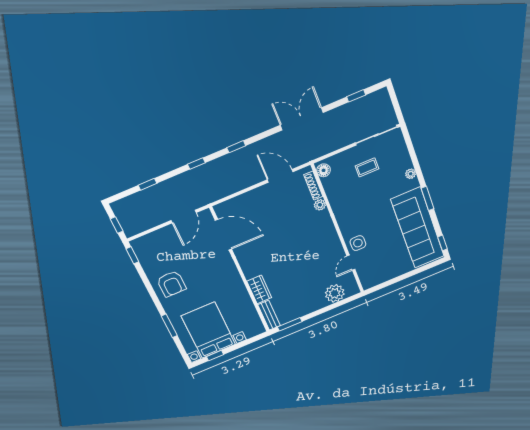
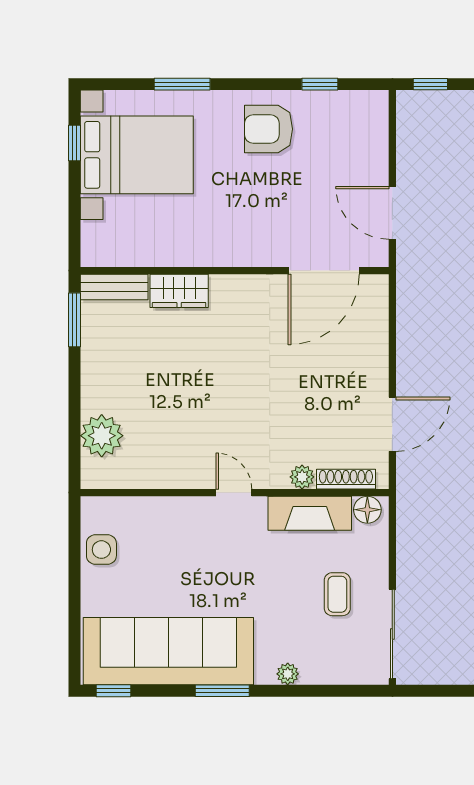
fireplace: (335, 195) -> (310, 513), added
side table: (358, 243) -> (101, 550), moved
window: (132, 255) -> (320, 84), moved
door: (351, 263) -> (234, 493), moved

